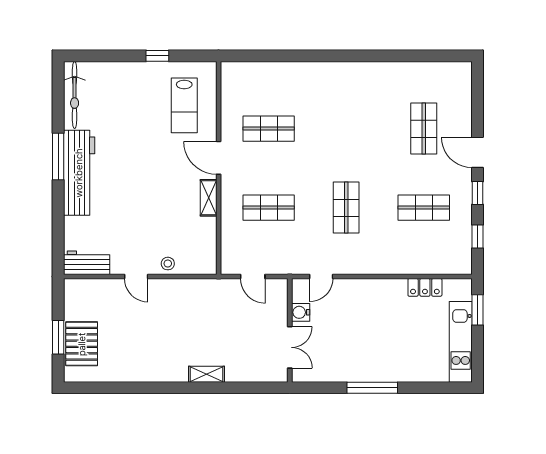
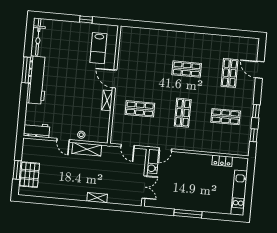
shop shelf: (269, 129) -> (187, 69), moved
door: (478, 152) -> (260, 70), moved
shelving: (180, 289) -> (87, 149), added
window: (478, 310) -> (250, 176), removed

